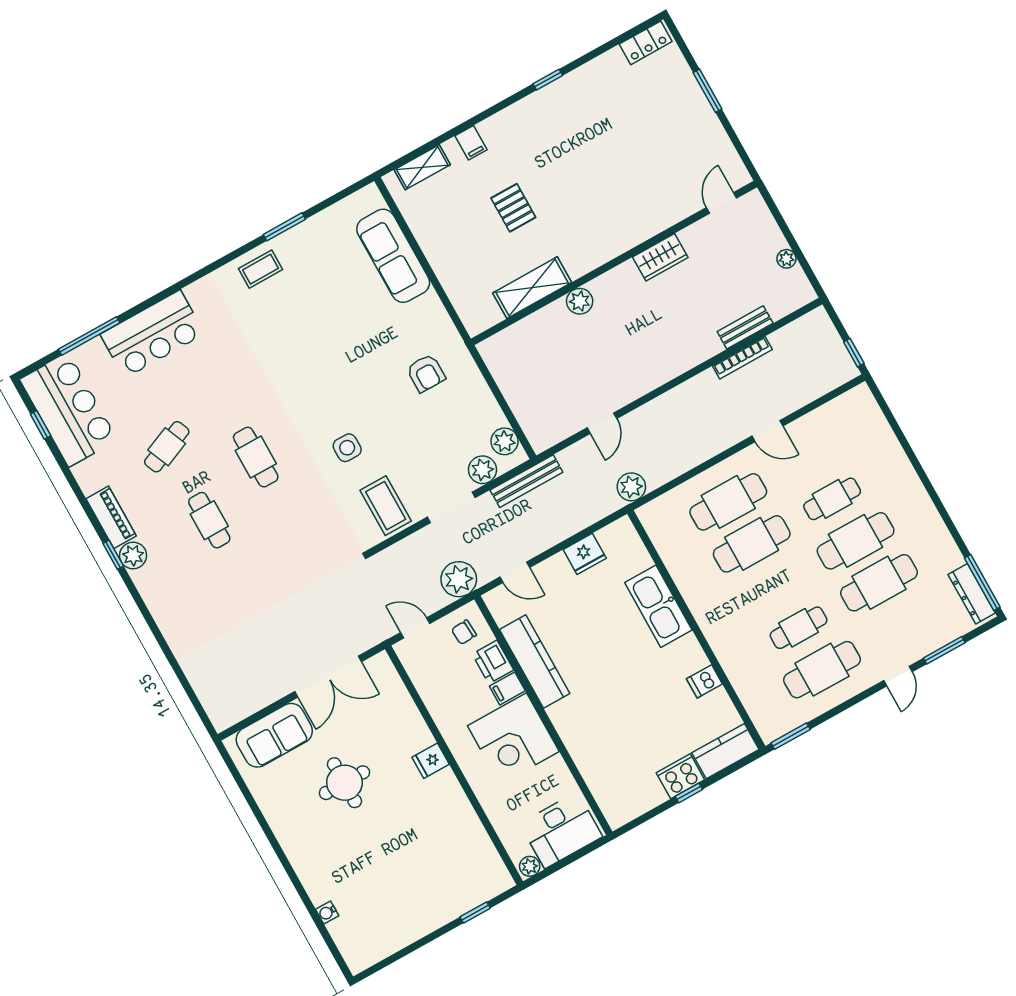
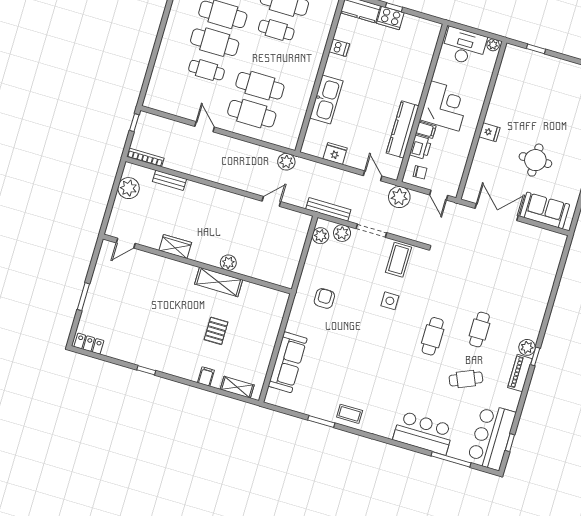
plant: (786, 259) -> (129, 188), width x1.87, depth x1.87
shelving: (532, 288) -> (219, 282), moved
bookcase: (742, 358) -> (145, 157), moved

